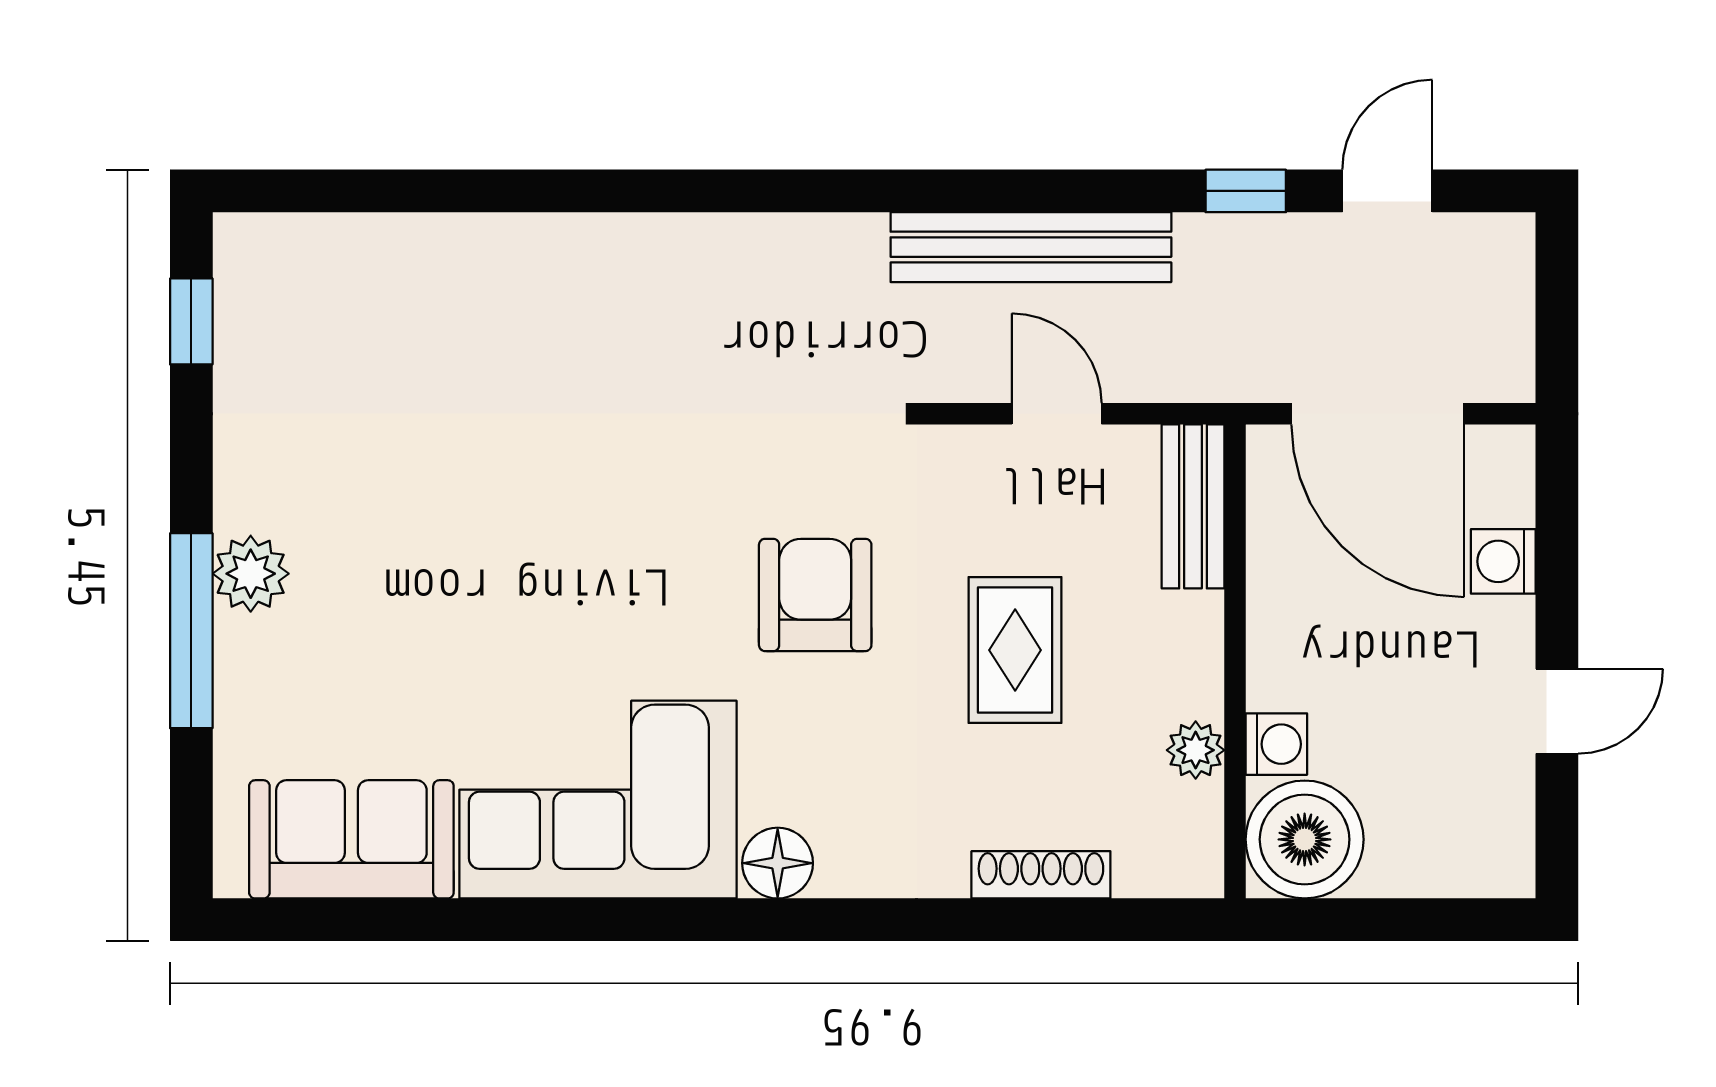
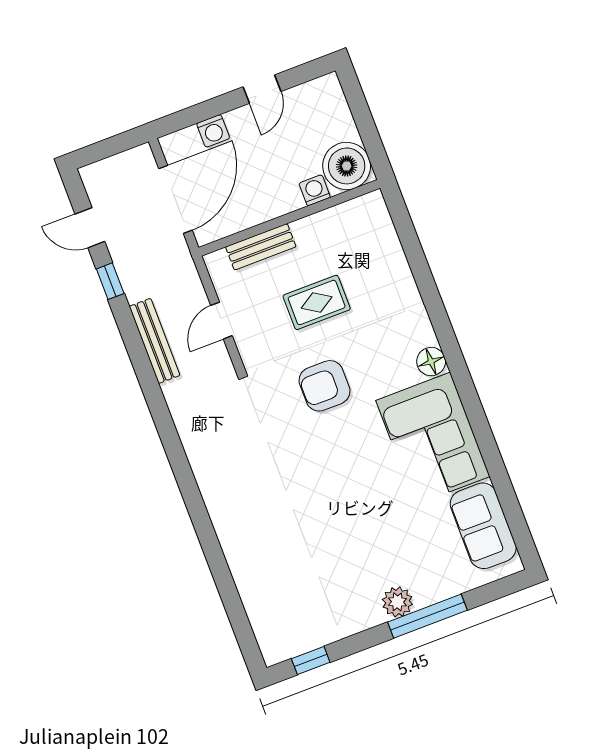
bench: (1031, 247) -> (155, 341), width x0.73, depth x0.82
bench: (1193, 506) -> (261, 247), moved
door: (1557, 711) -> (262, 89), swing flipped
plant: (1196, 750) -> (328, 220), removed
shoe rack: (1041, 875) -> (398, 260), removed

